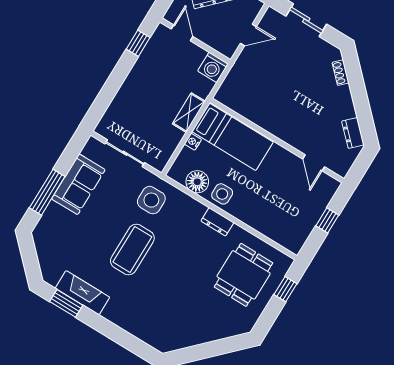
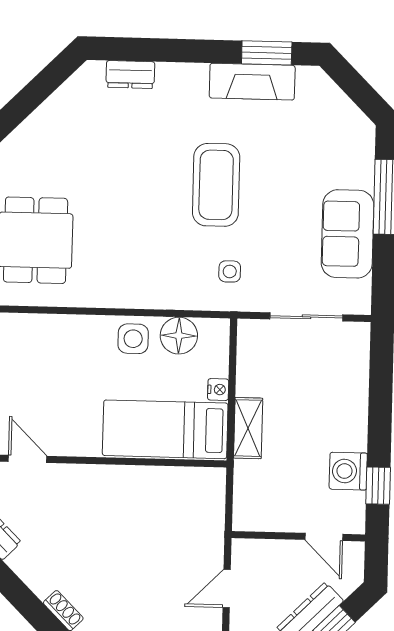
washing machine: (213, 67) -> (348, 471), moved, turned -90
side table: (151, 200) -> (230, 271), width x0.54, depth x0.54
dresser: (217, 222) -> (130, 75), moved, turned 180

